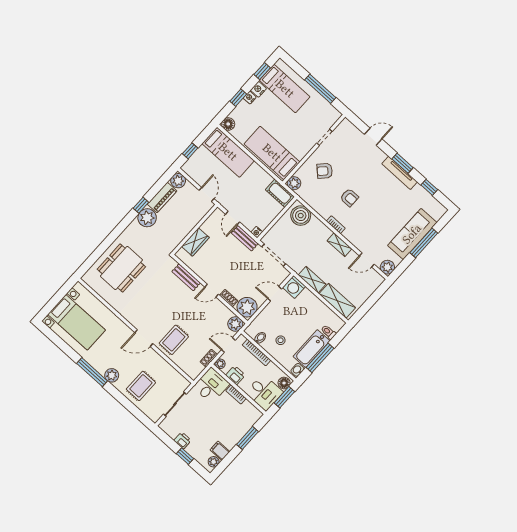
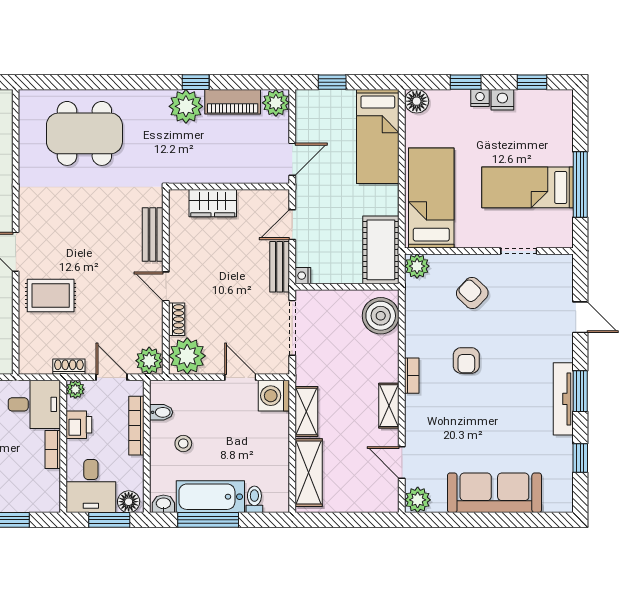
bed: (285, 89) -> (527, 187), moved, turned 90
cot: (280, 193) -> (381, 250), width x1.37, depth x1.34
window: (424, 243) -> (497, 520), removed

